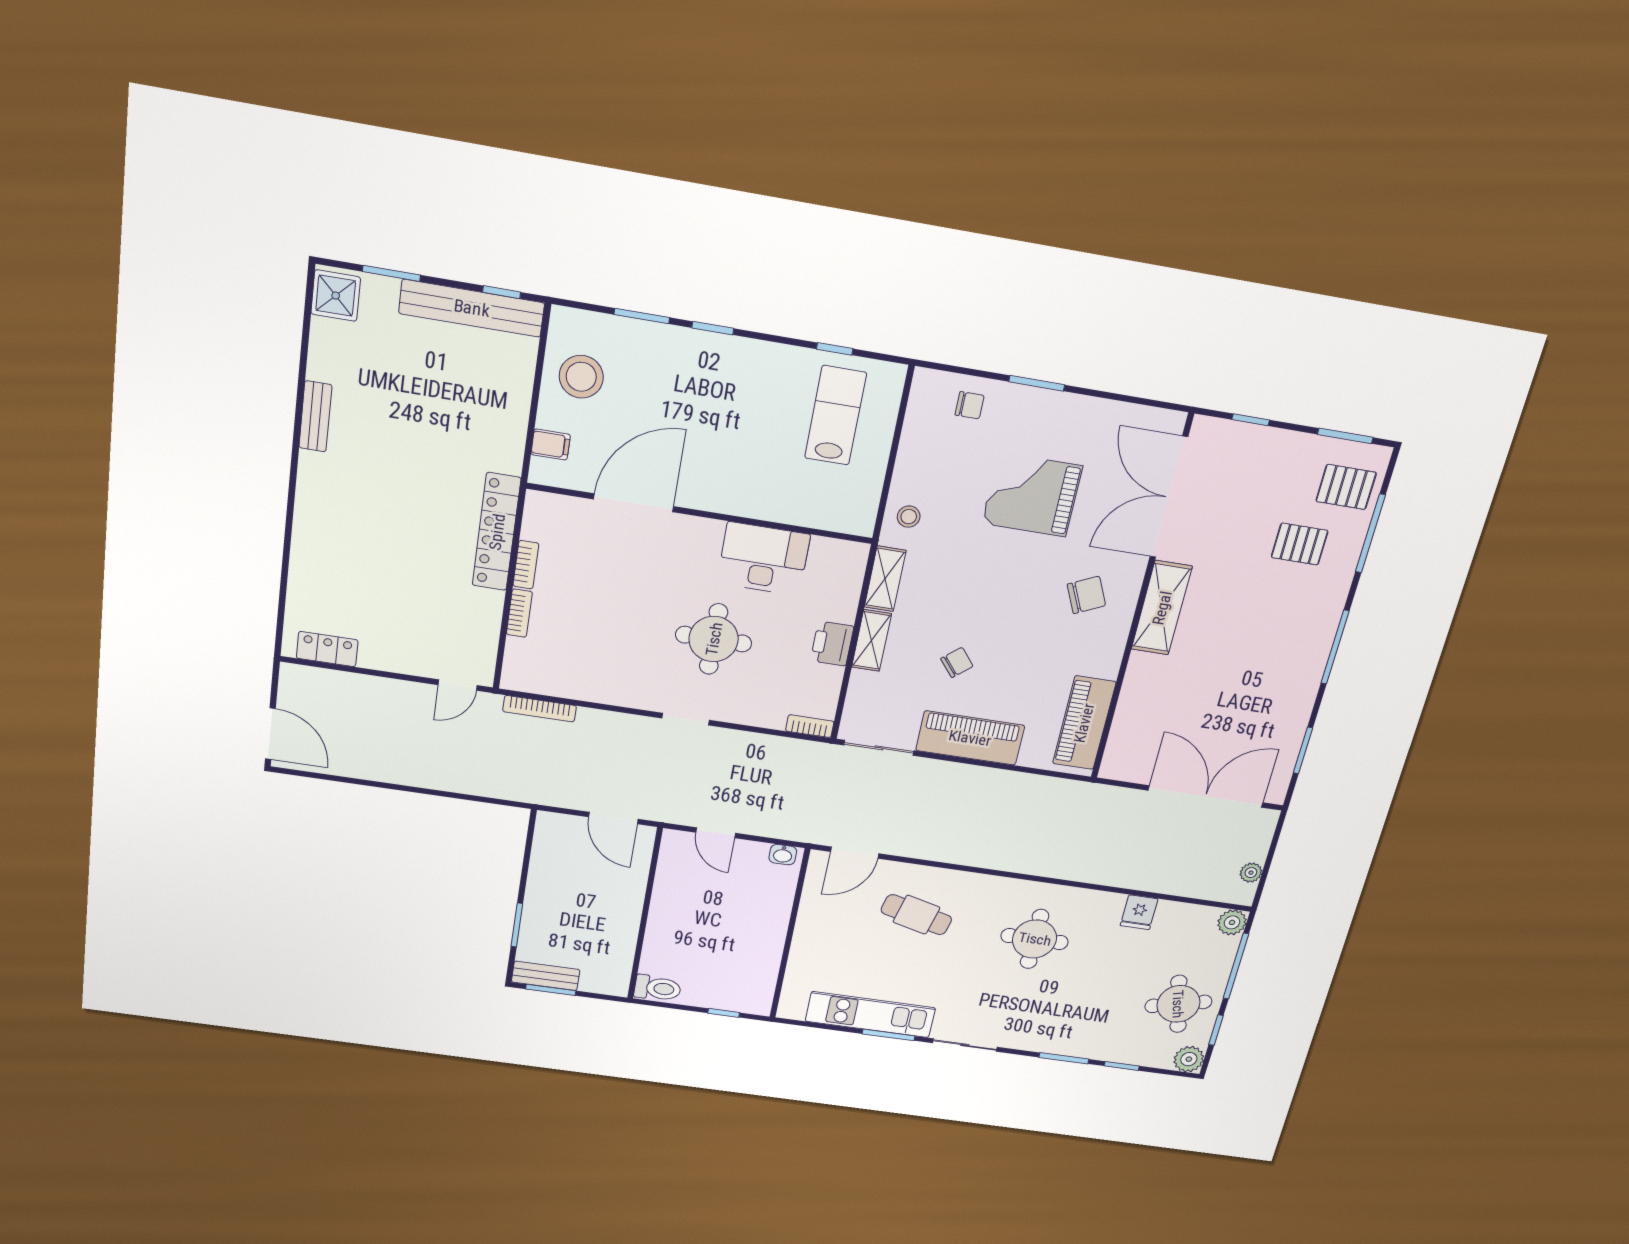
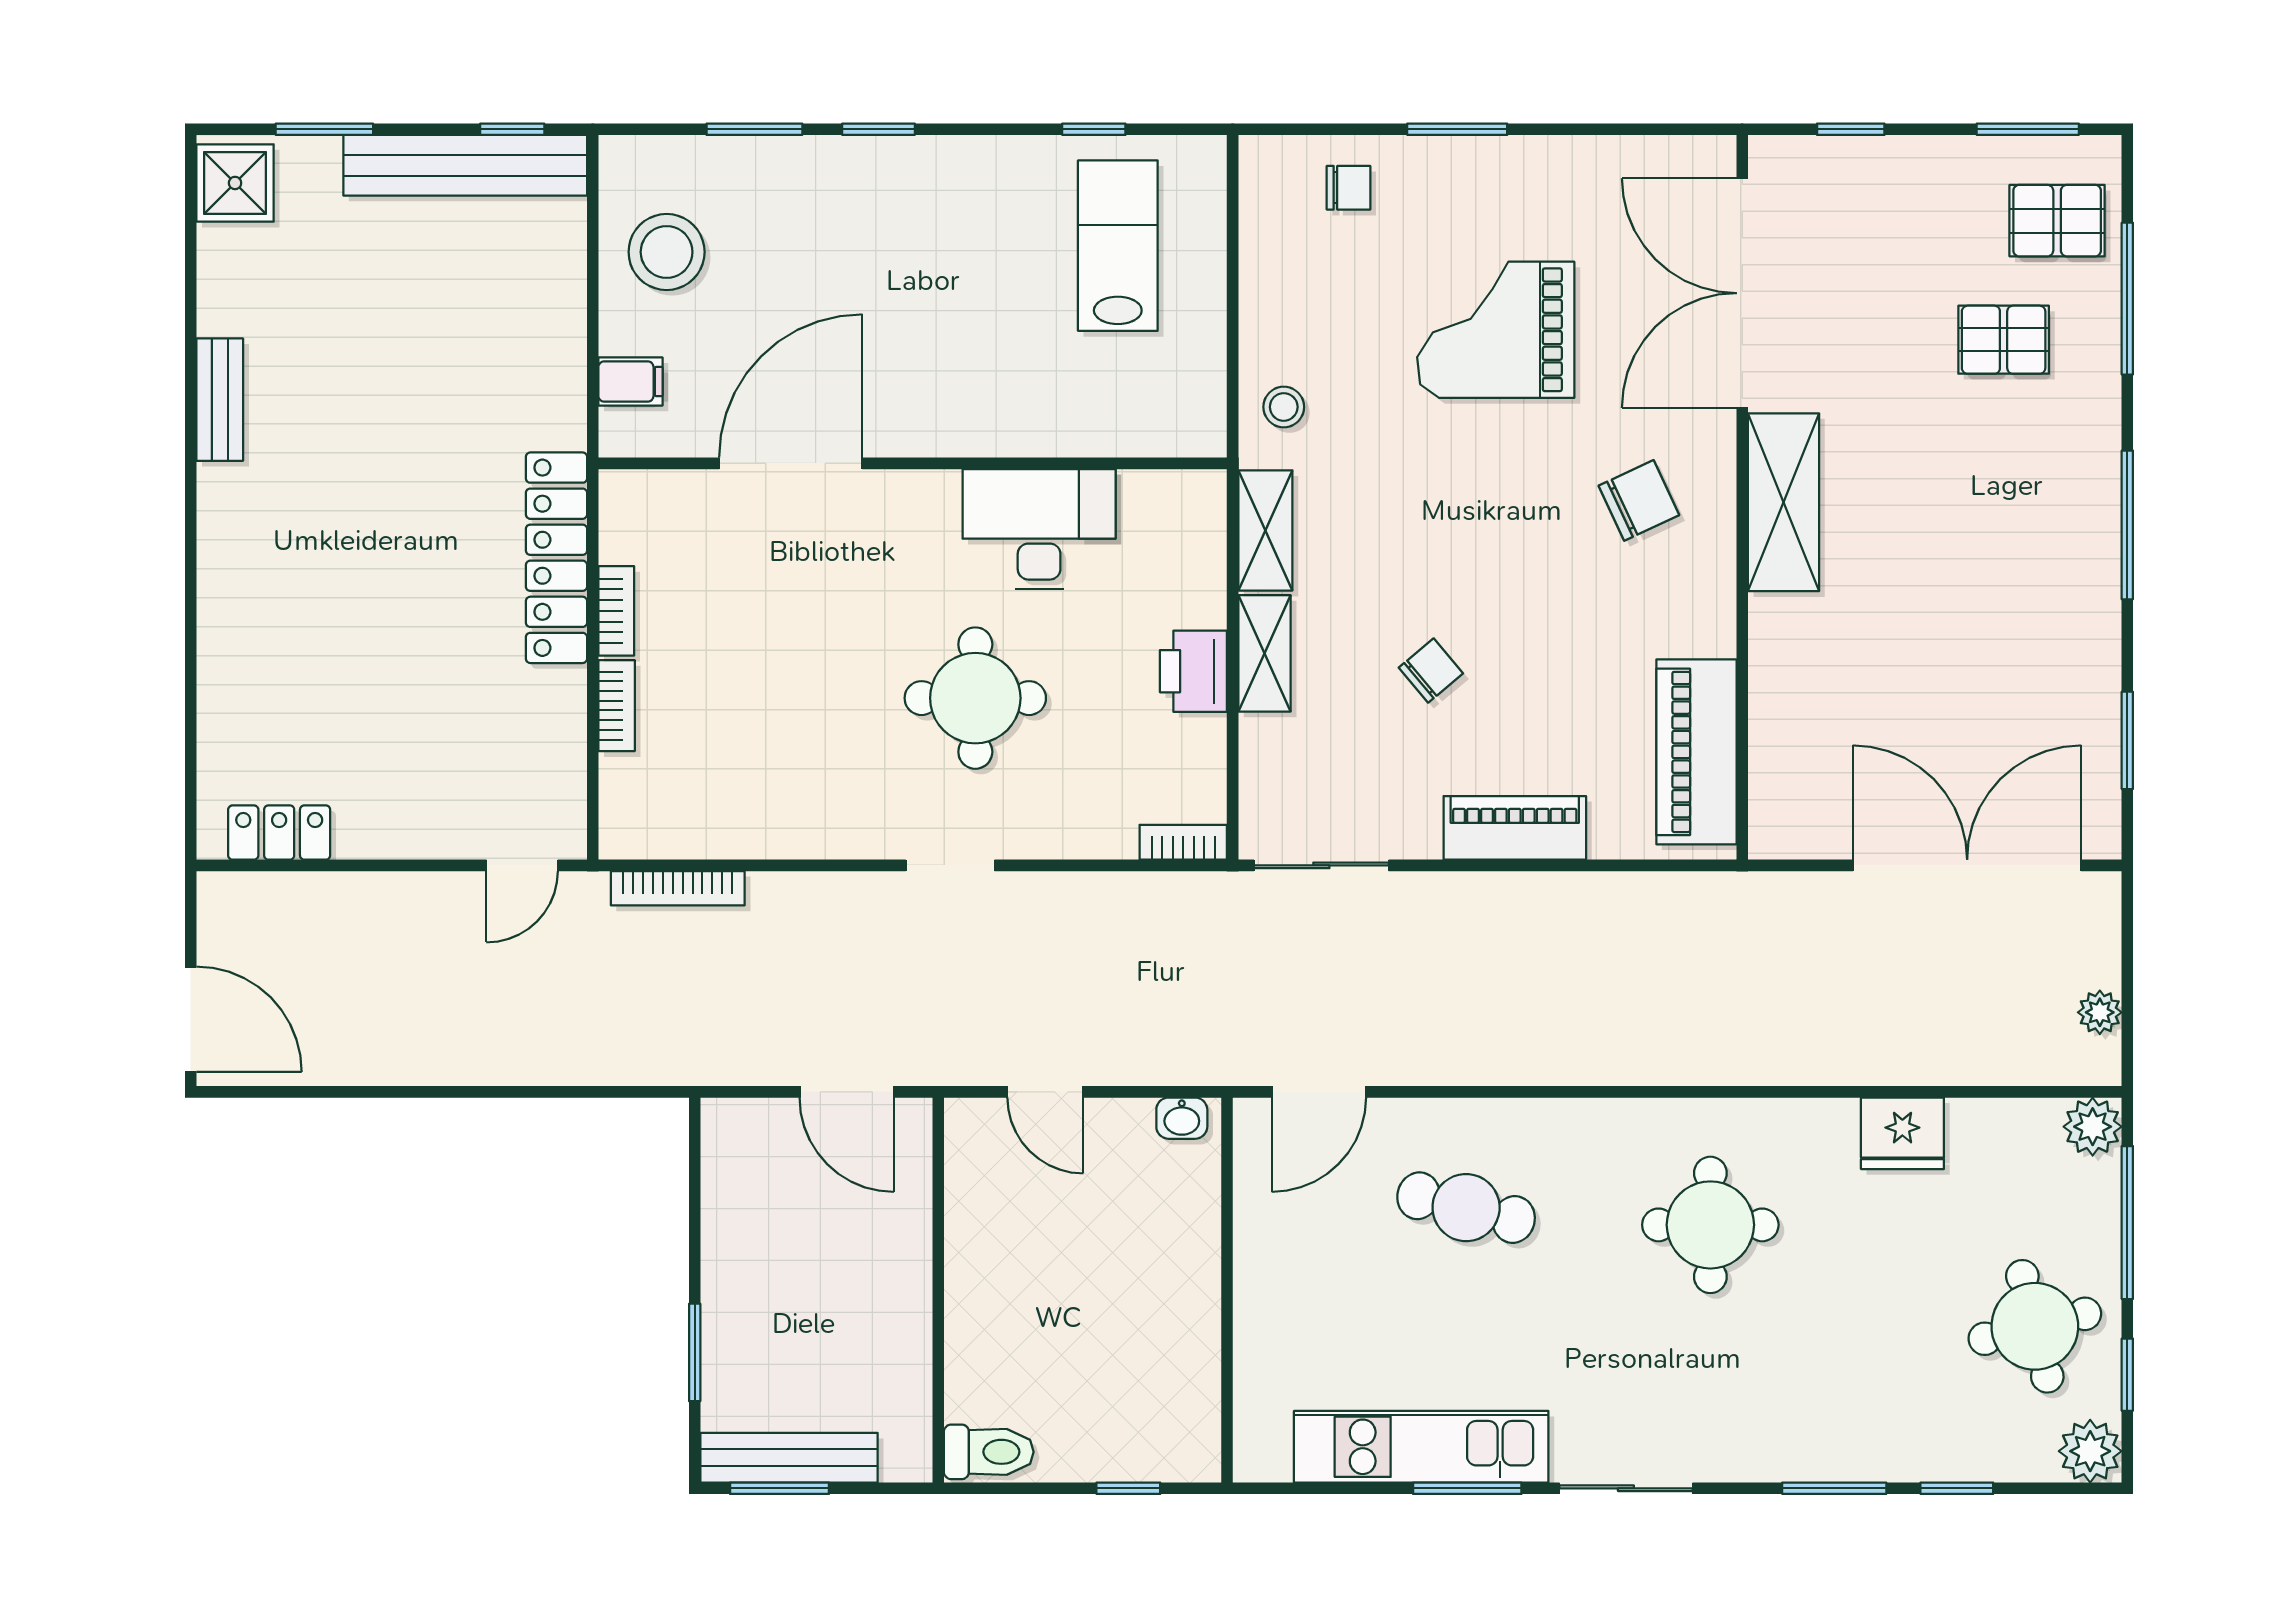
piano: (970, 738) -> (1515, 828), width x0.73, depth x0.75
fridge: (1139, 912) -> (1902, 1133), width x1.38
bench: (546, 976) -> (789, 1458), width x1.36

